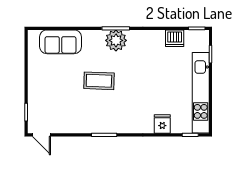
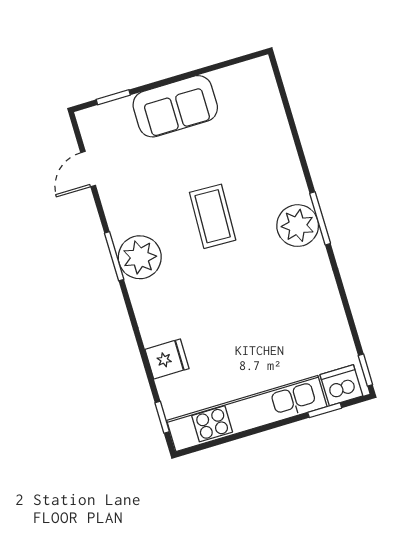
dishwasher: (175, 38) -> (341, 385), moved, turned 90
sofa: (61, 42) -> (175, 106), moved, turned -90
plant: (108, 123) -> (140, 257), added
door: (41, 135) -> (88, 169), moved

